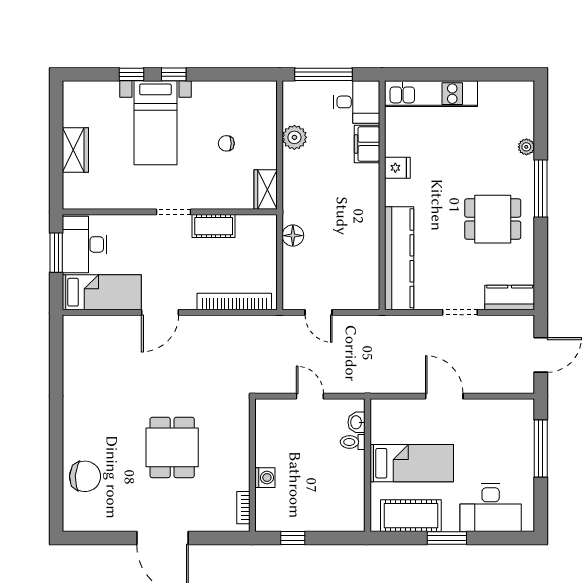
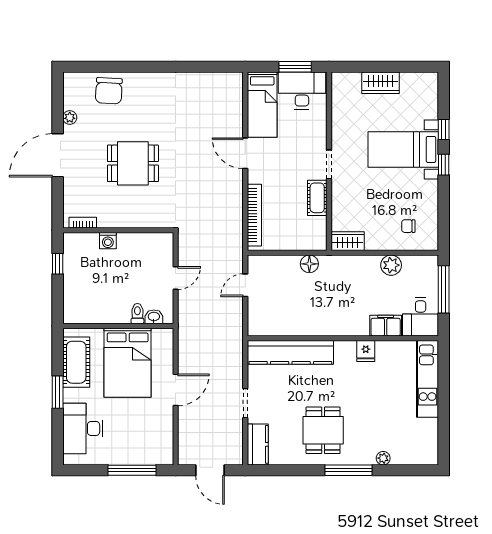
chair: (226, 143) -> (408, 226), moved, turned -90
bed: (412, 463) -> (128, 363), width x1.50
plant: (117, 523) -> (70, 117), added

